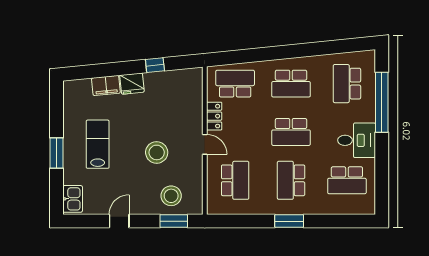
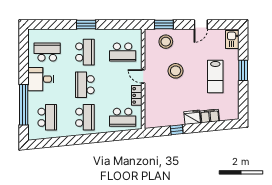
school desk: (291, 84) -> (85, 117), turned 90
school desk: (291, 132) -> (85, 85), turned -90
school desk: (235, 180) -> (123, 52), turned -90

